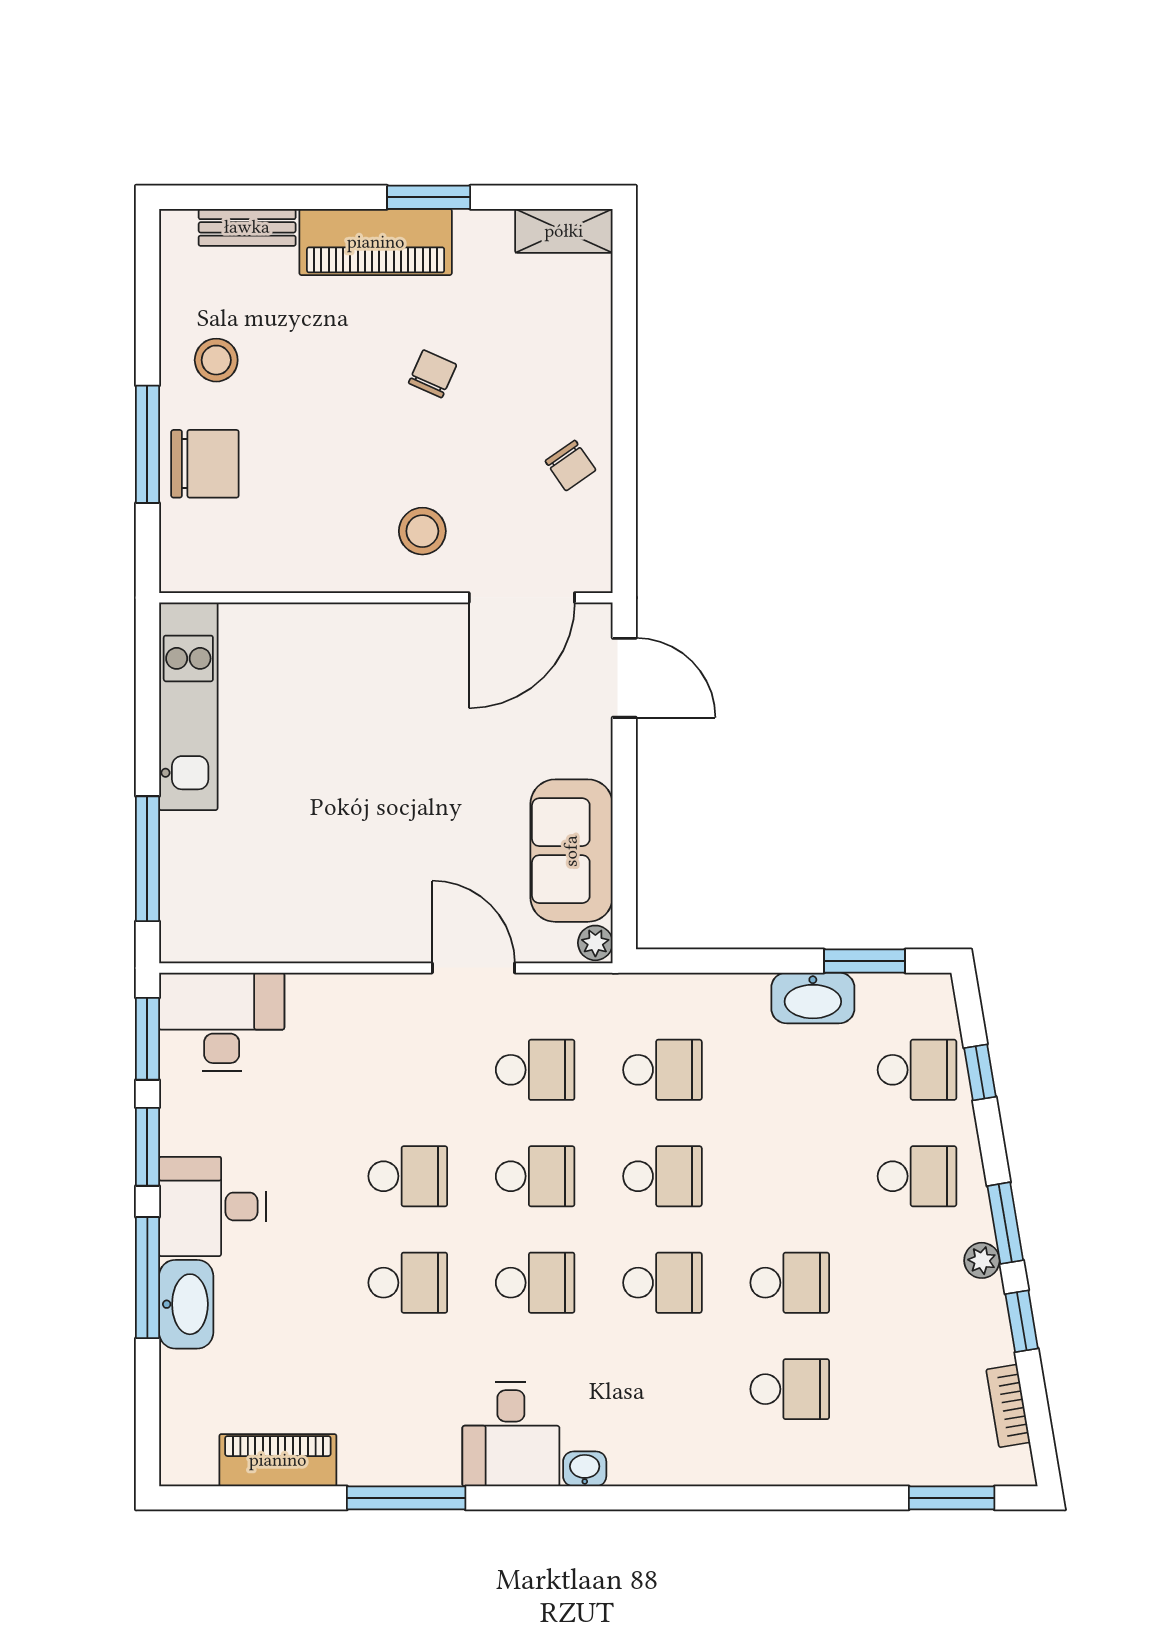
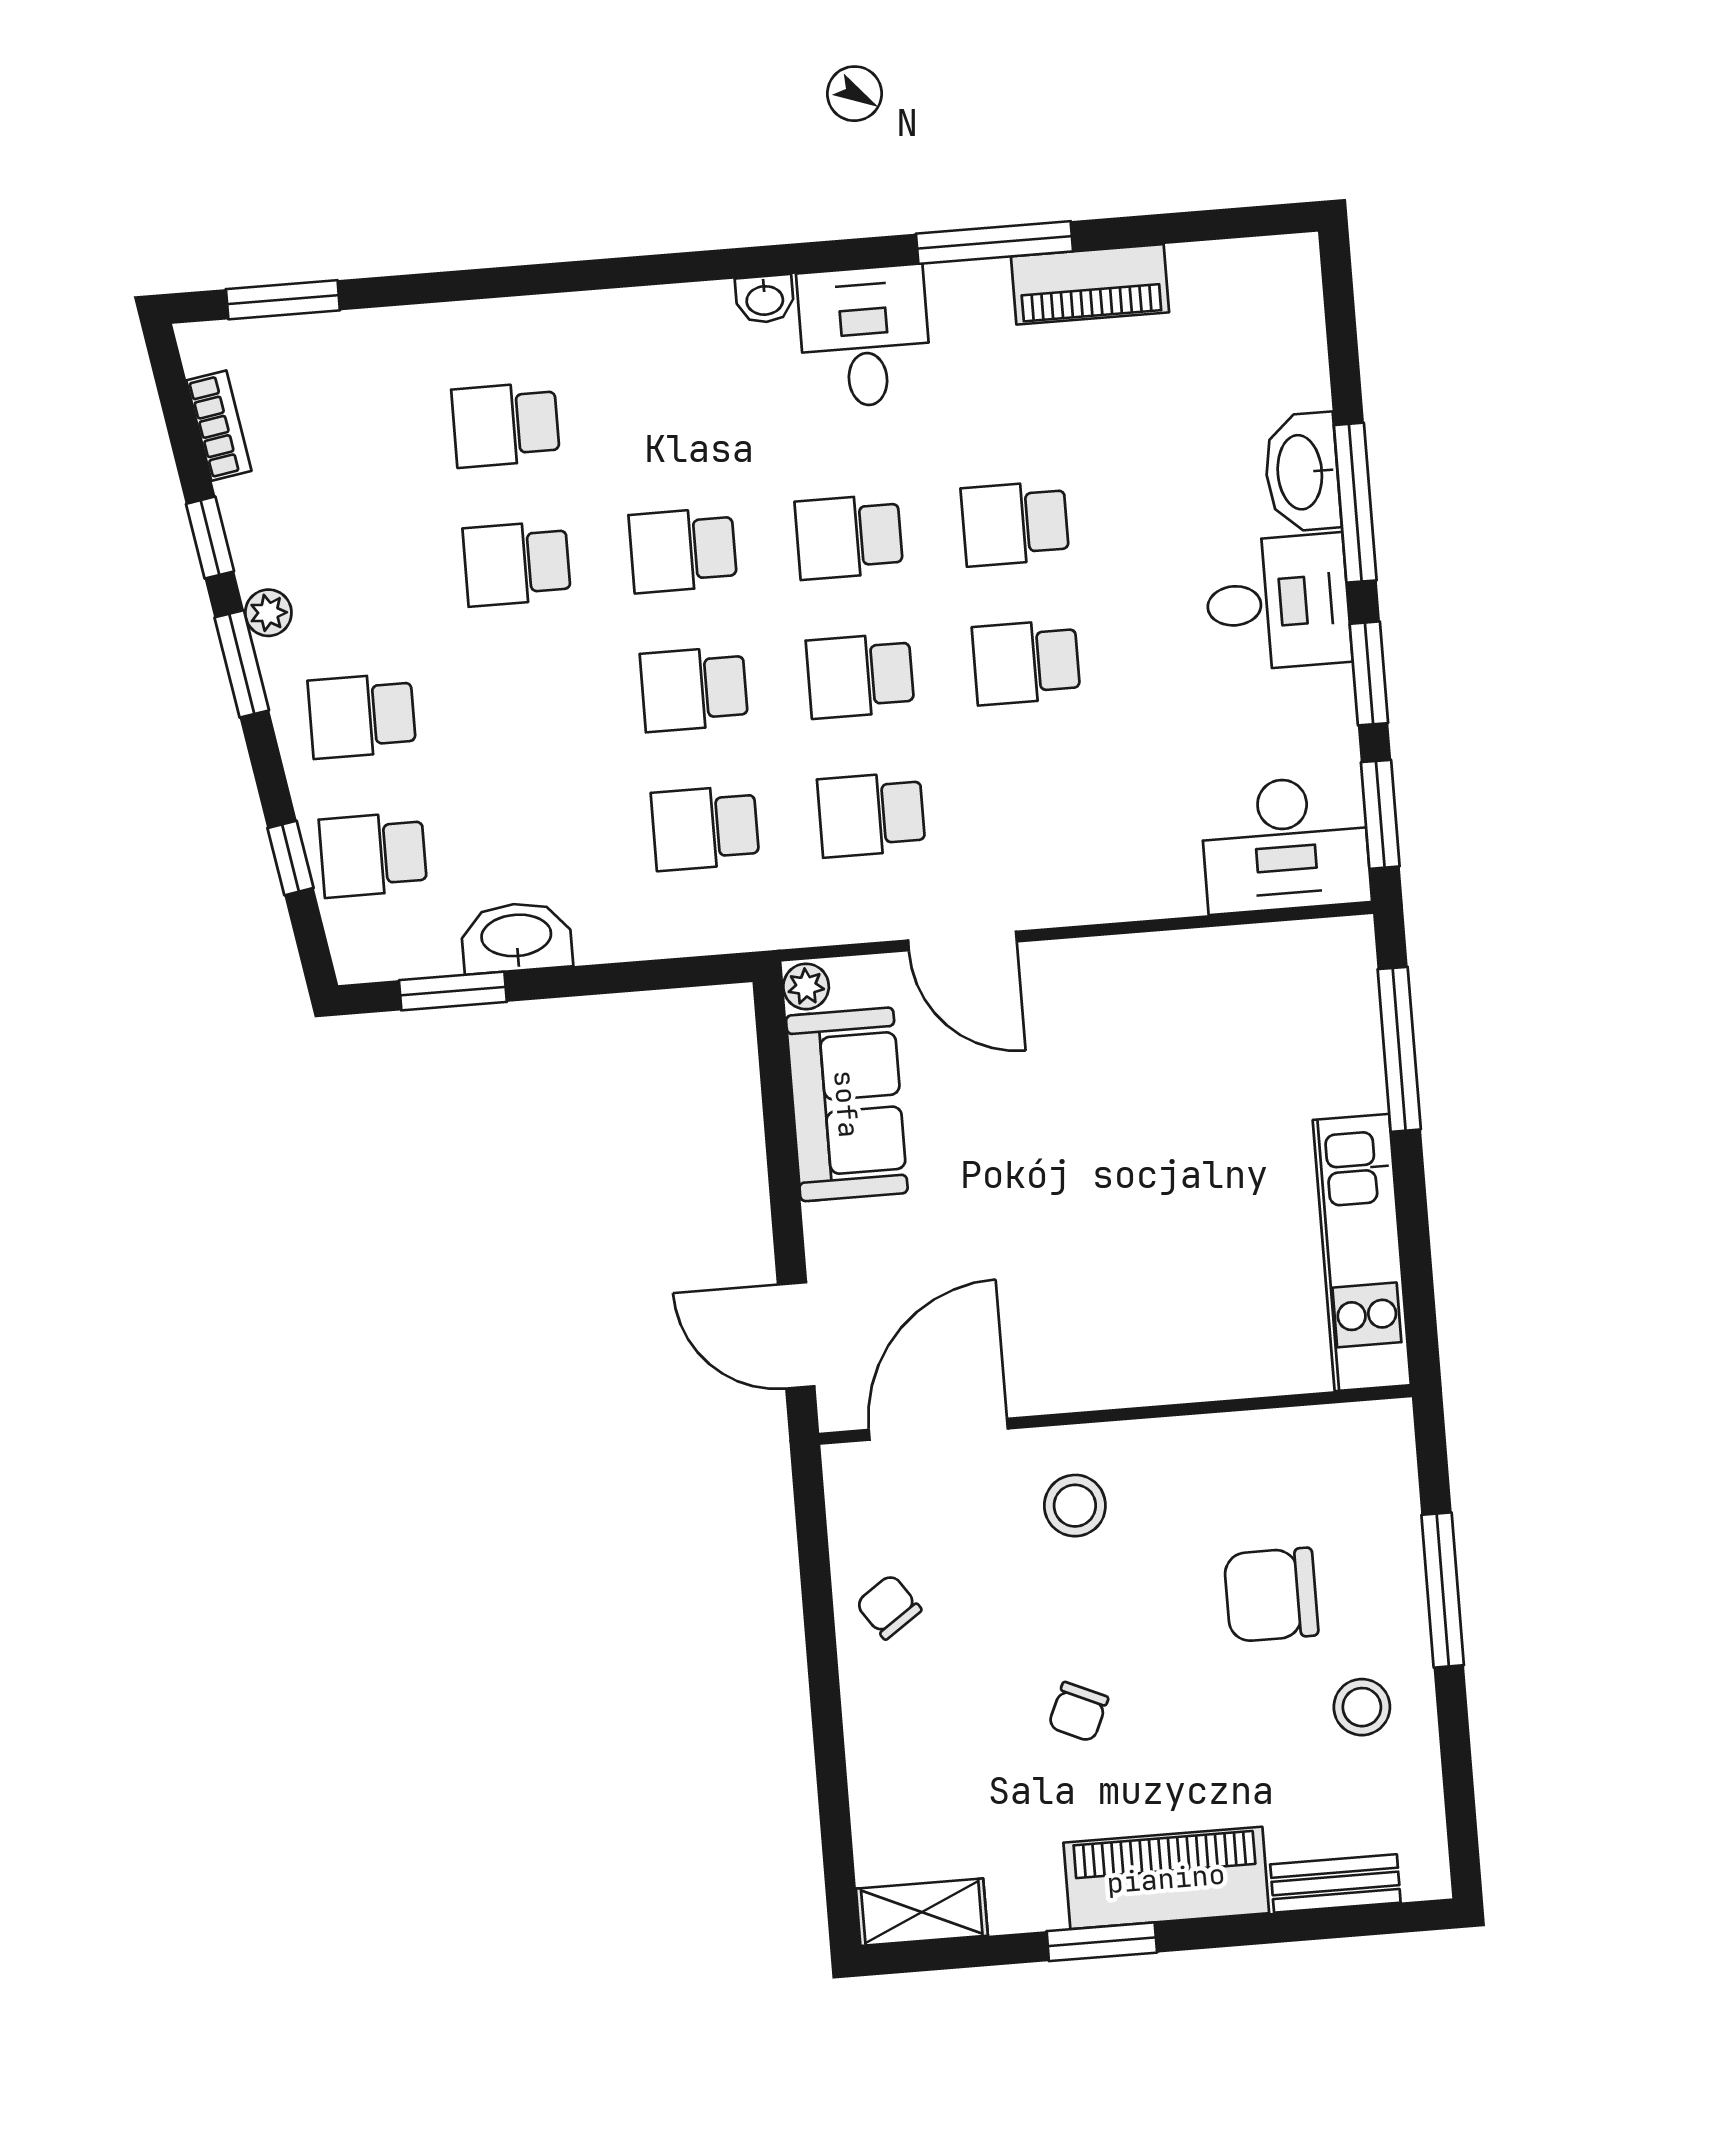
chair: (205, 464) -> (1271, 1595), moved
piano: (278, 1460) -> (1090, 284), moved

